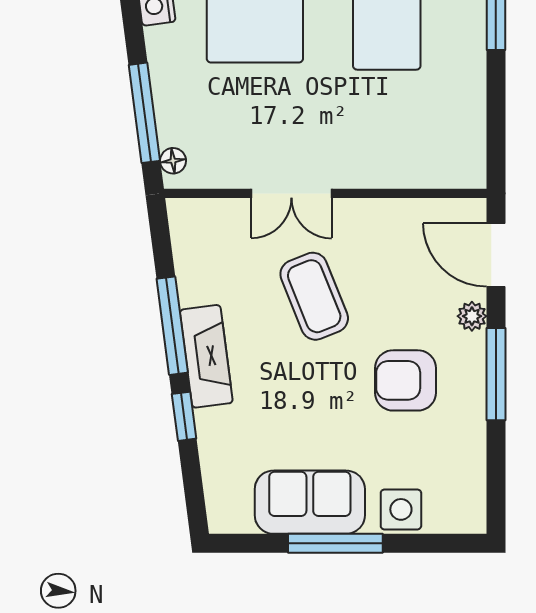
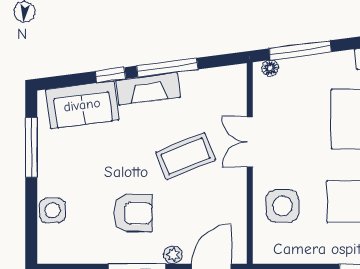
side table: (394, 141) -> (282, 206), added
armchair: (405, 380) -> (133, 213), turned 90
sofa: (310, 502) -> (82, 105), moved, turned 83
window: (335, 543) -> (31, 147), moved

